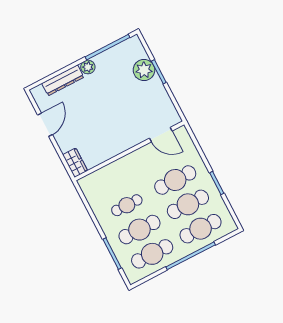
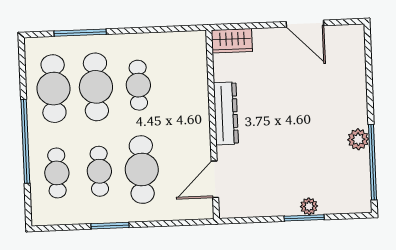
plant: (88, 67) -> (358, 139), moved
plant: (144, 70) -> (309, 206), width x0.53, depth x0.53
dresser: (63, 80) -> (226, 113), moved, turned 180
cafe table: (188, 204) -> (99, 171), width x0.73, depth x0.74
cafe table: (201, 229) -> (57, 173), width x0.73, depth x0.74

